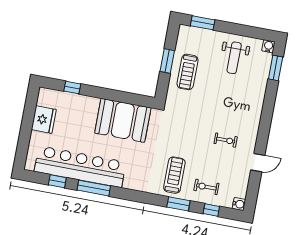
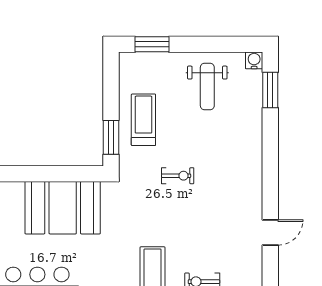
window: (167, 61) -> (111, 137), moved
treadmill: (187, 72) -> (143, 120), turned 180
exercise bike: (226, 140) -> (178, 176), moved

